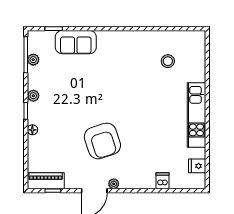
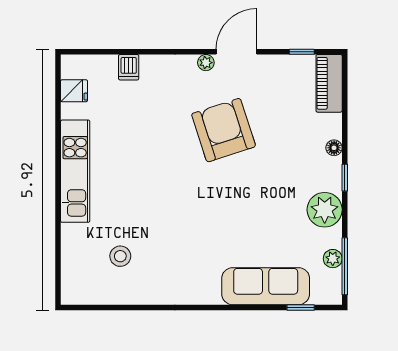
sofa: (76, 42) -> (266, 286), width x1.36
plant: (33, 96) -> (325, 210), width x1.88, depth x1.88
piano: (46, 181) -> (329, 83), moved, turned 90

